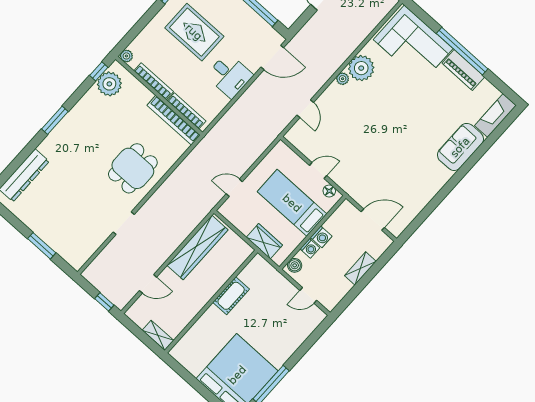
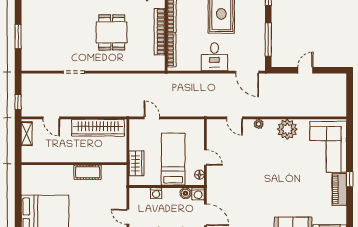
window: (462, 51) -> (350, 179), width x0.32
plant: (343, 79) -> (259, 124), moved
door: (305, 109) -> (235, 118), hinge flipped
bookcase: (174, 120) -> (159, 32), moved
dining table: (133, 168) -> (112, 32), moved, turned 90
washing machine: (321, 237) -> (198, 194), moved
boiler: (295, 265) -> (186, 193), moved
shelving: (158, 335) -> (27, 134), moved

